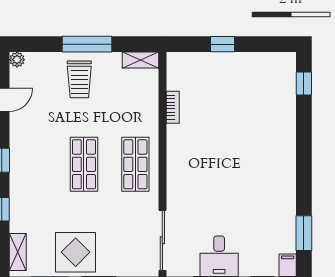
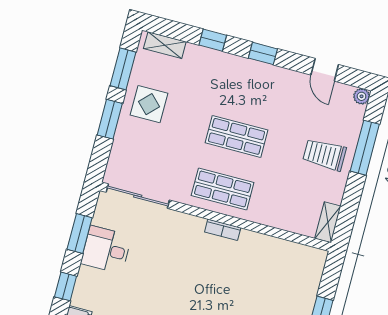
window: (87, 44) -> (365, 148), moved
bookcase: (173, 107) -> (223, 230), moved
display table: (76, 252) -> (149, 104), width x0.73, depth x0.73

